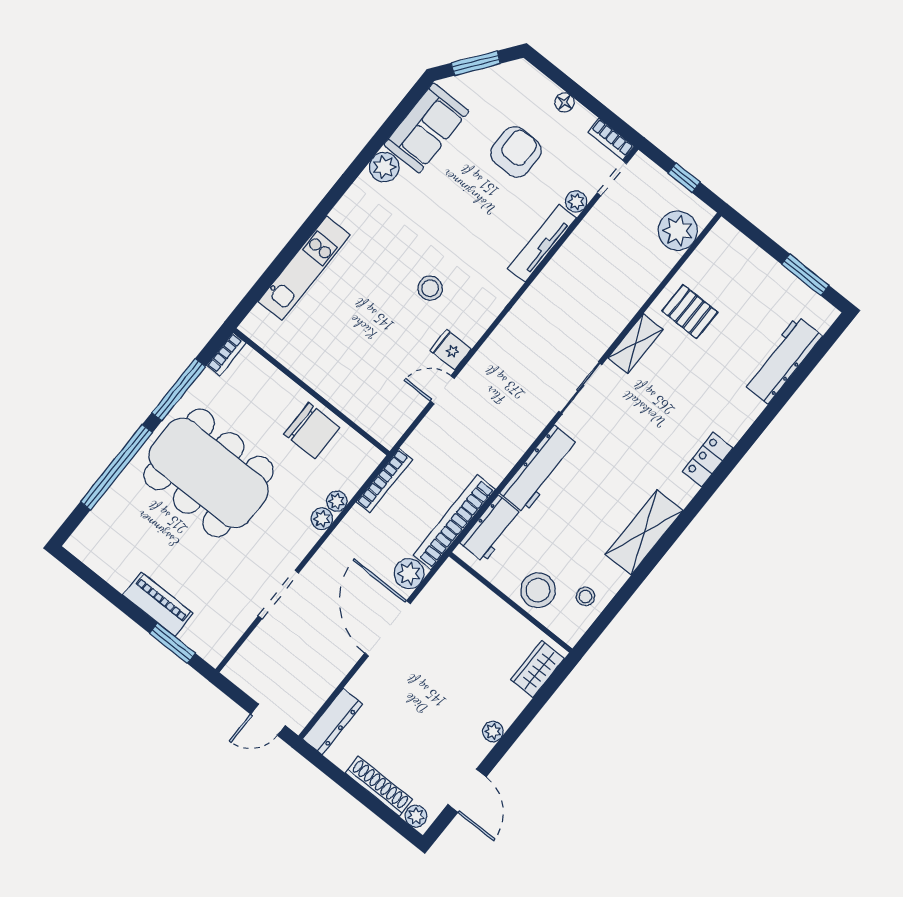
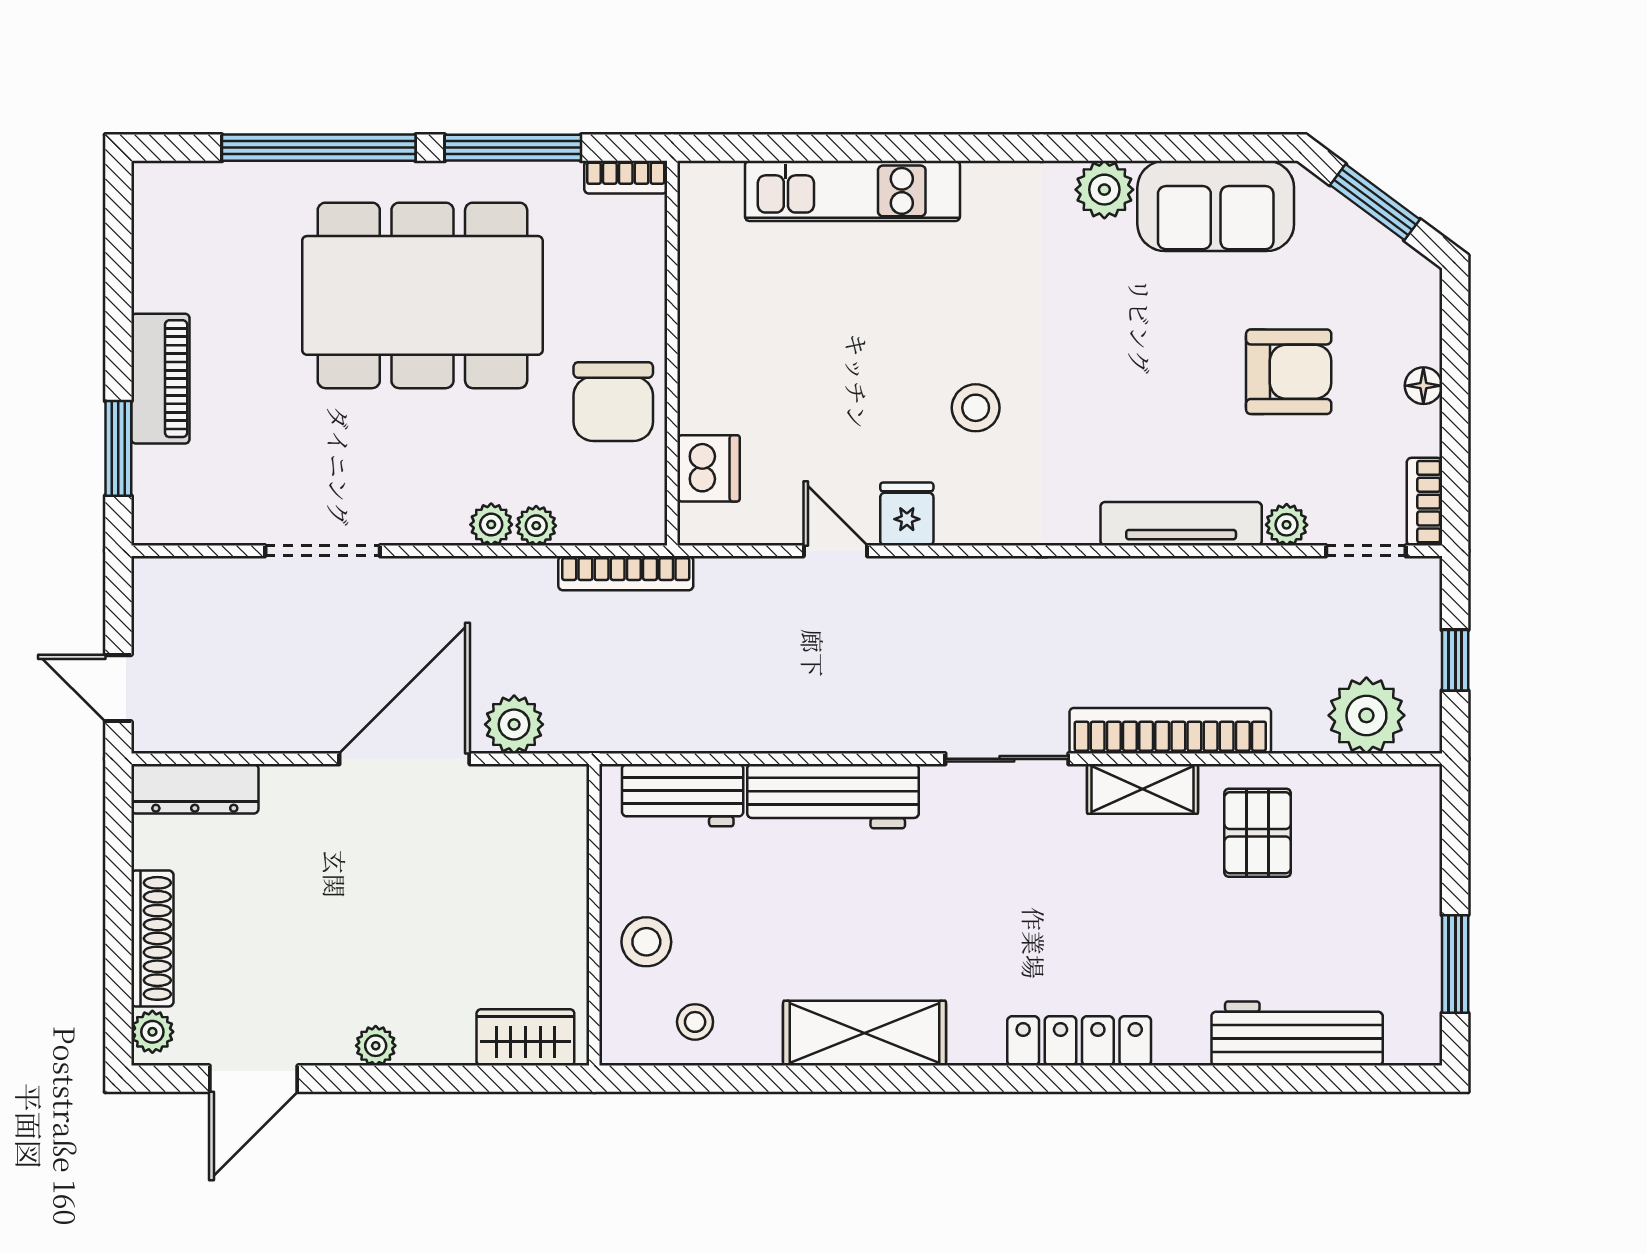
dishwasher: (369, 414) -> (709, 468), added
locker: (708, 460) -> (1079, 1041), width x1.53
dining table: (209, 473) -> (422, 295), turned 90
bookcase: (454, 522) -> (1170, 731), moved
stool: (538, 590) -> (646, 942), width x0.73, depth x0.73

